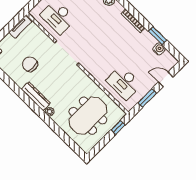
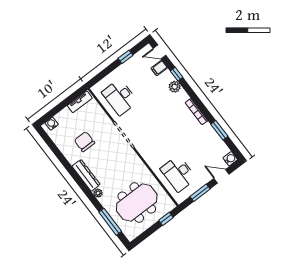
water cooler: (159, 49) -> (230, 159), moved
window: (65, 138) -> (110, 222), added

